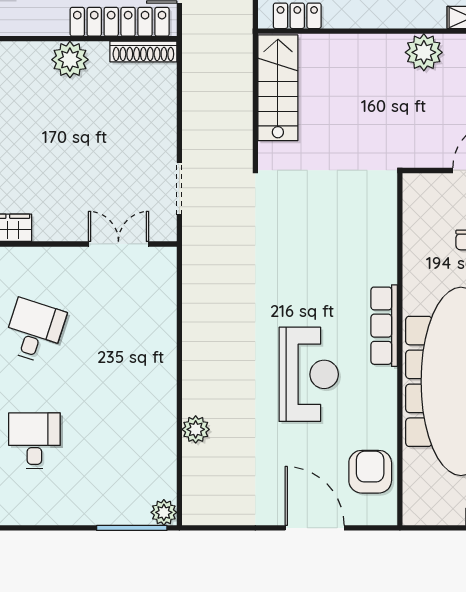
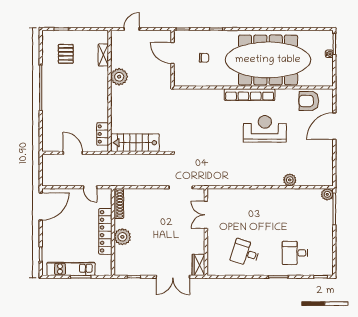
locker: (120, 22) -> (105, 231), moved
row of seats: (384, 326) -> (250, 95), width x1.36

